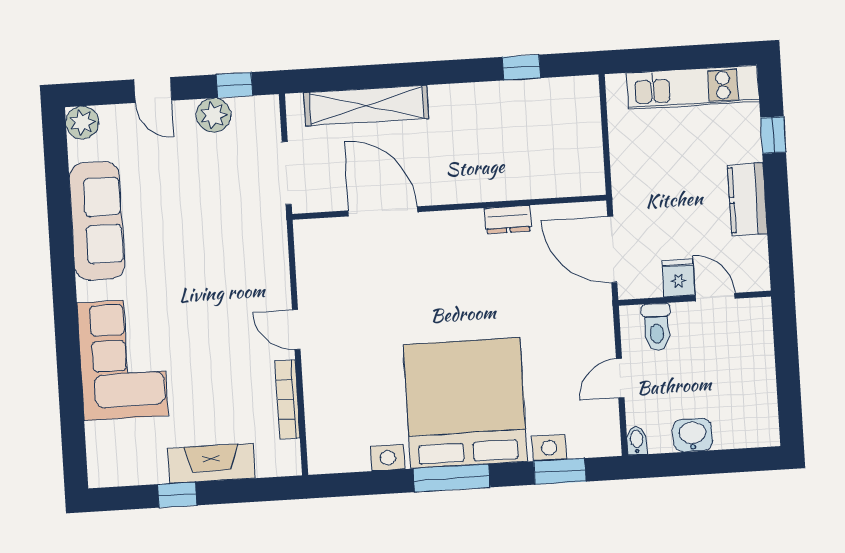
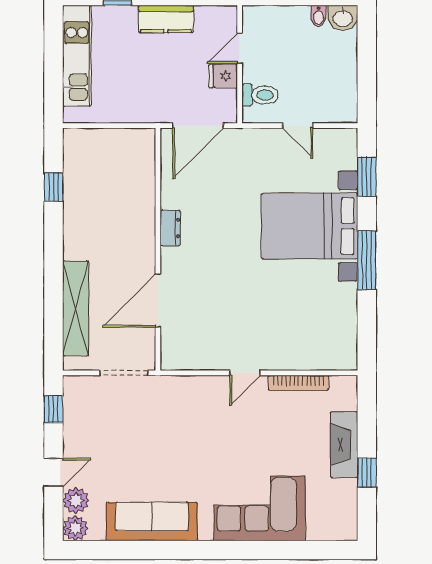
plant: (214, 115) -> (76, 500), moved
dresser: (508, 220) -> (170, 228), moved
bed with nightstands: (465, 403) -> (310, 226), width x0.73
washbasin: (693, 435) -> (343, 18), moved, turned -90
bidet: (637, 441) -> (319, 16), moved, turned -90

